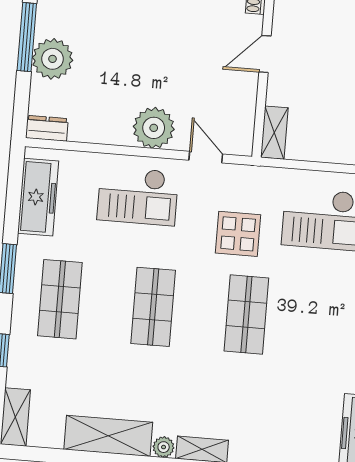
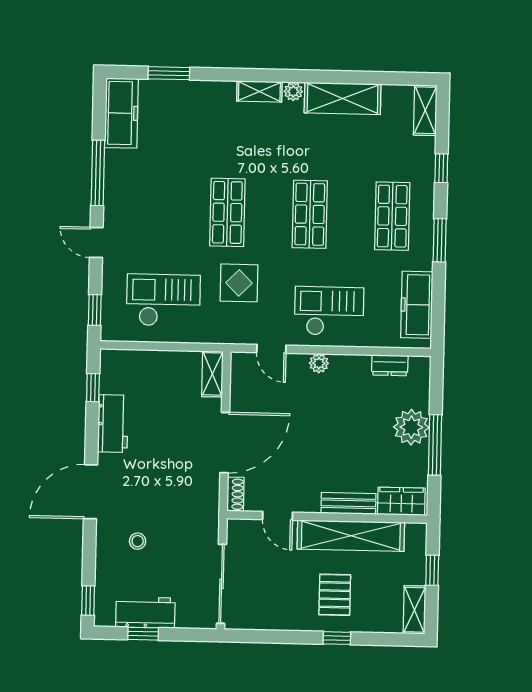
door: (265, 54) -> (225, 443), width x1.87
dresser: (47, 128) -> (390, 365), moved
plant: (154, 128) -> (319, 363), width x0.53, depth x0.53

